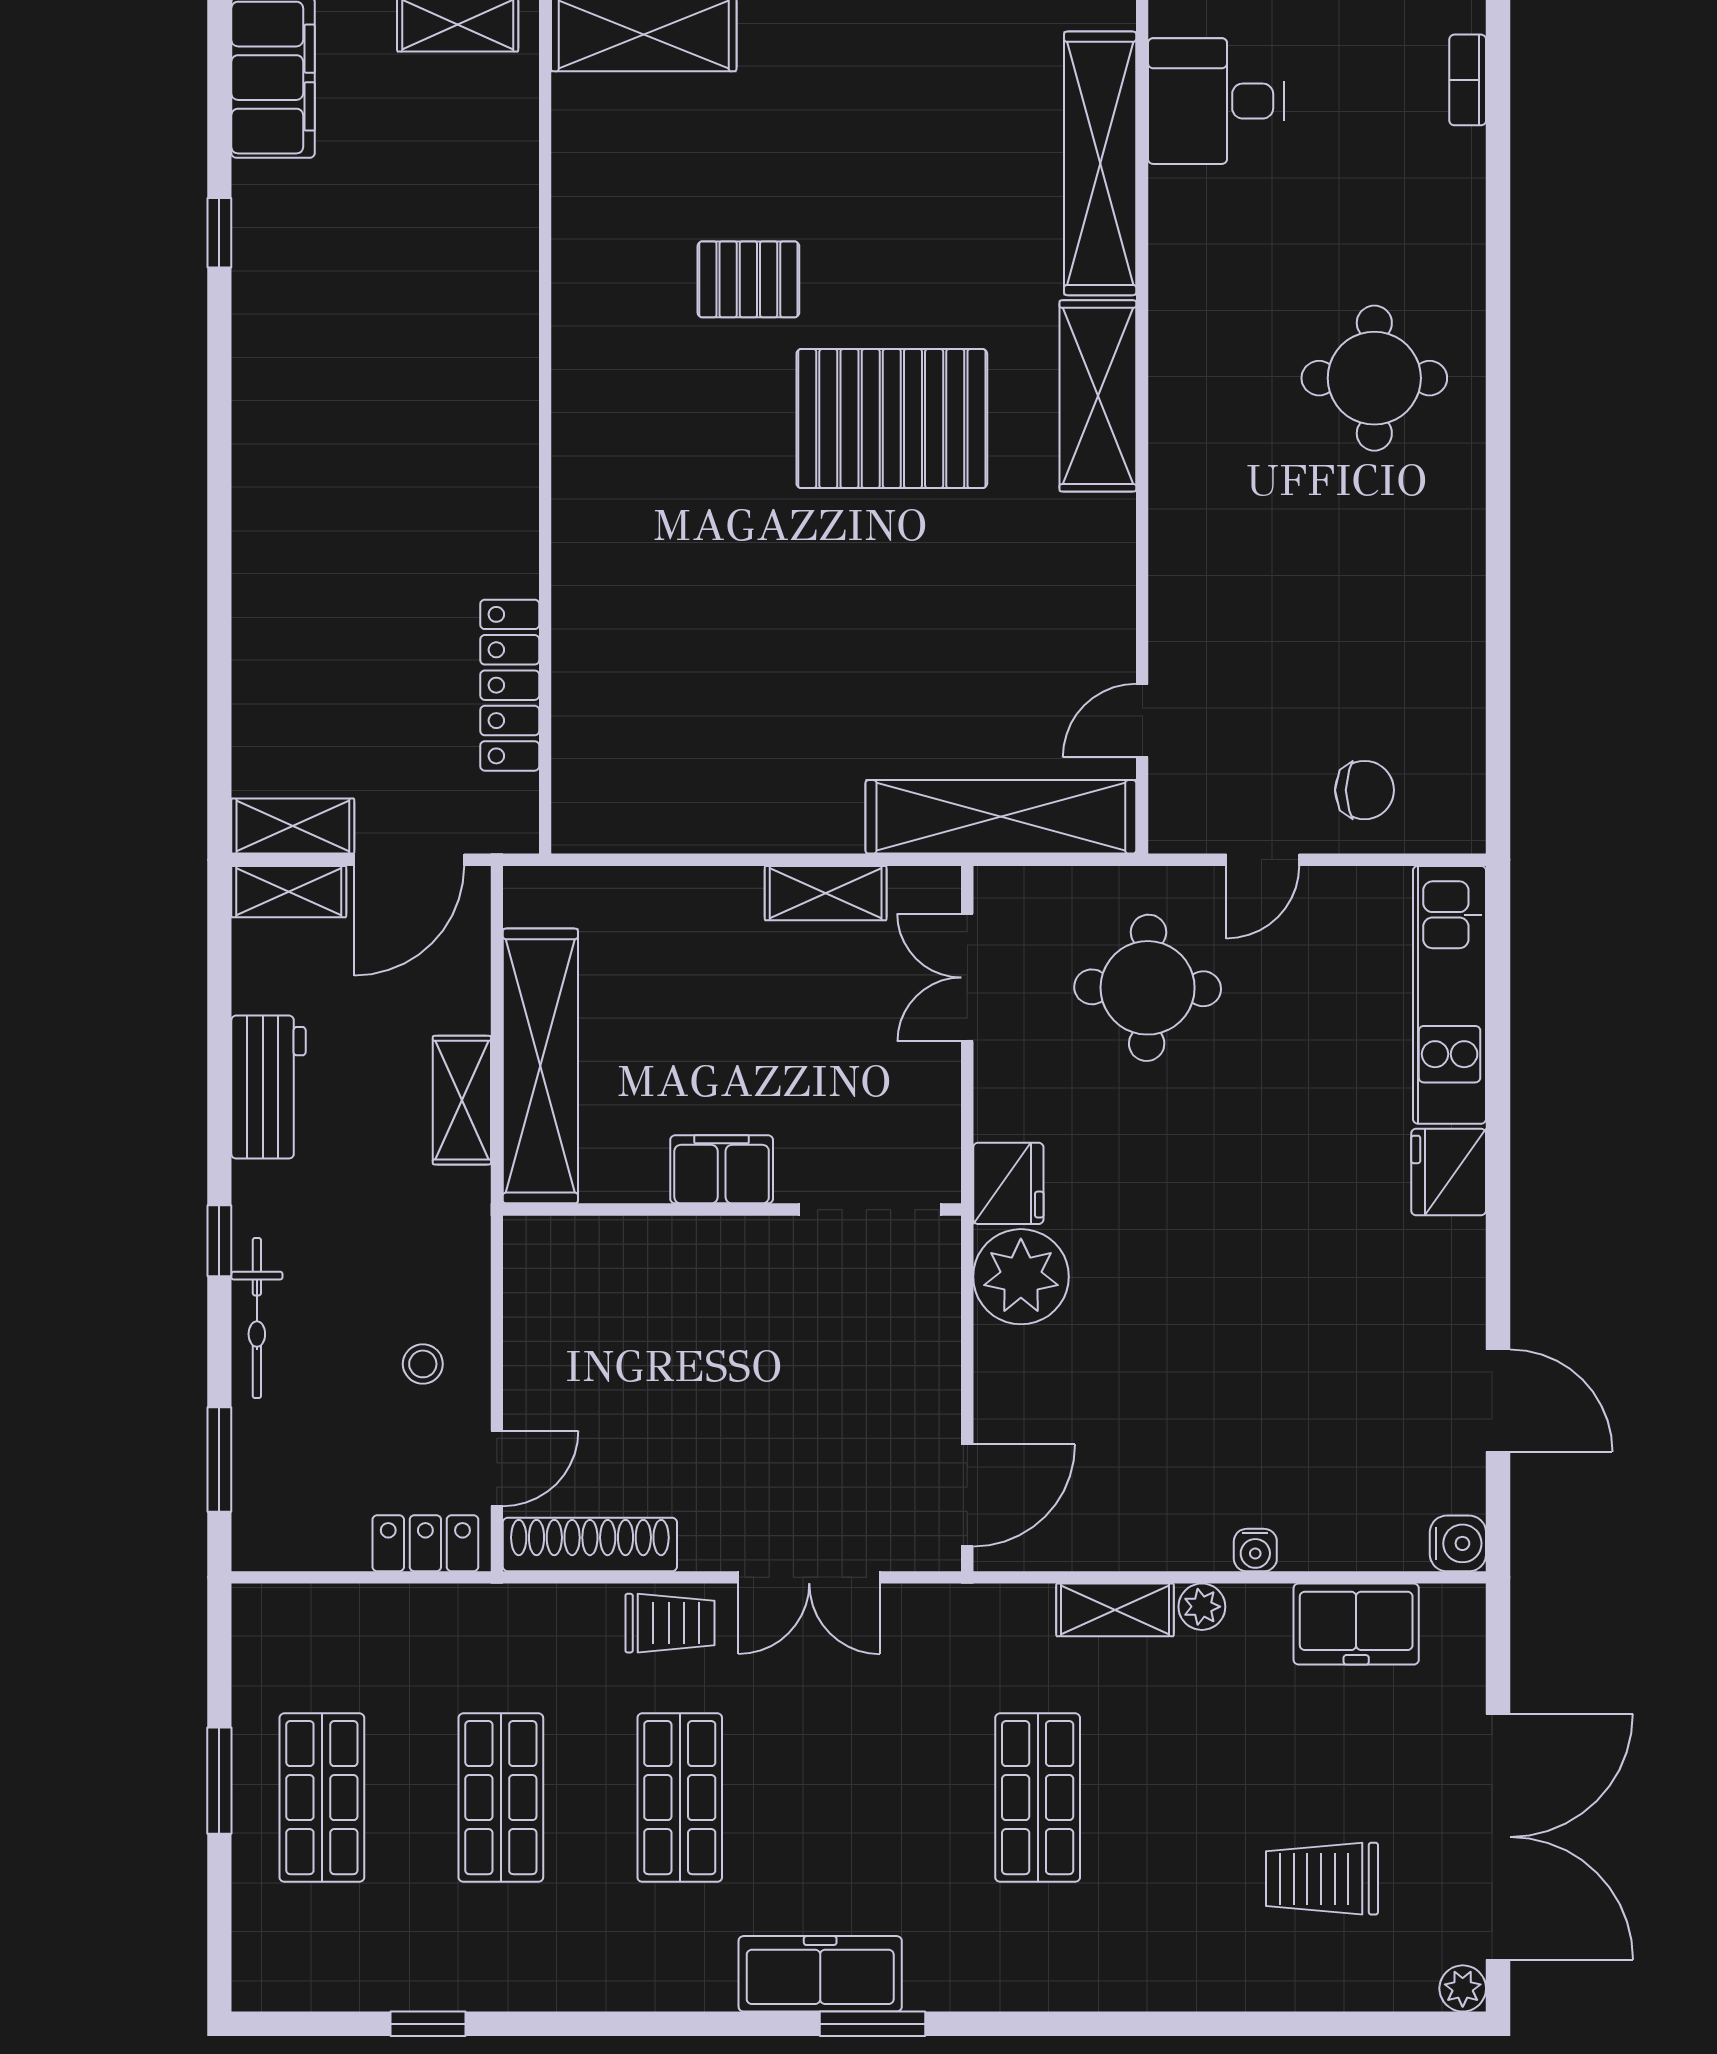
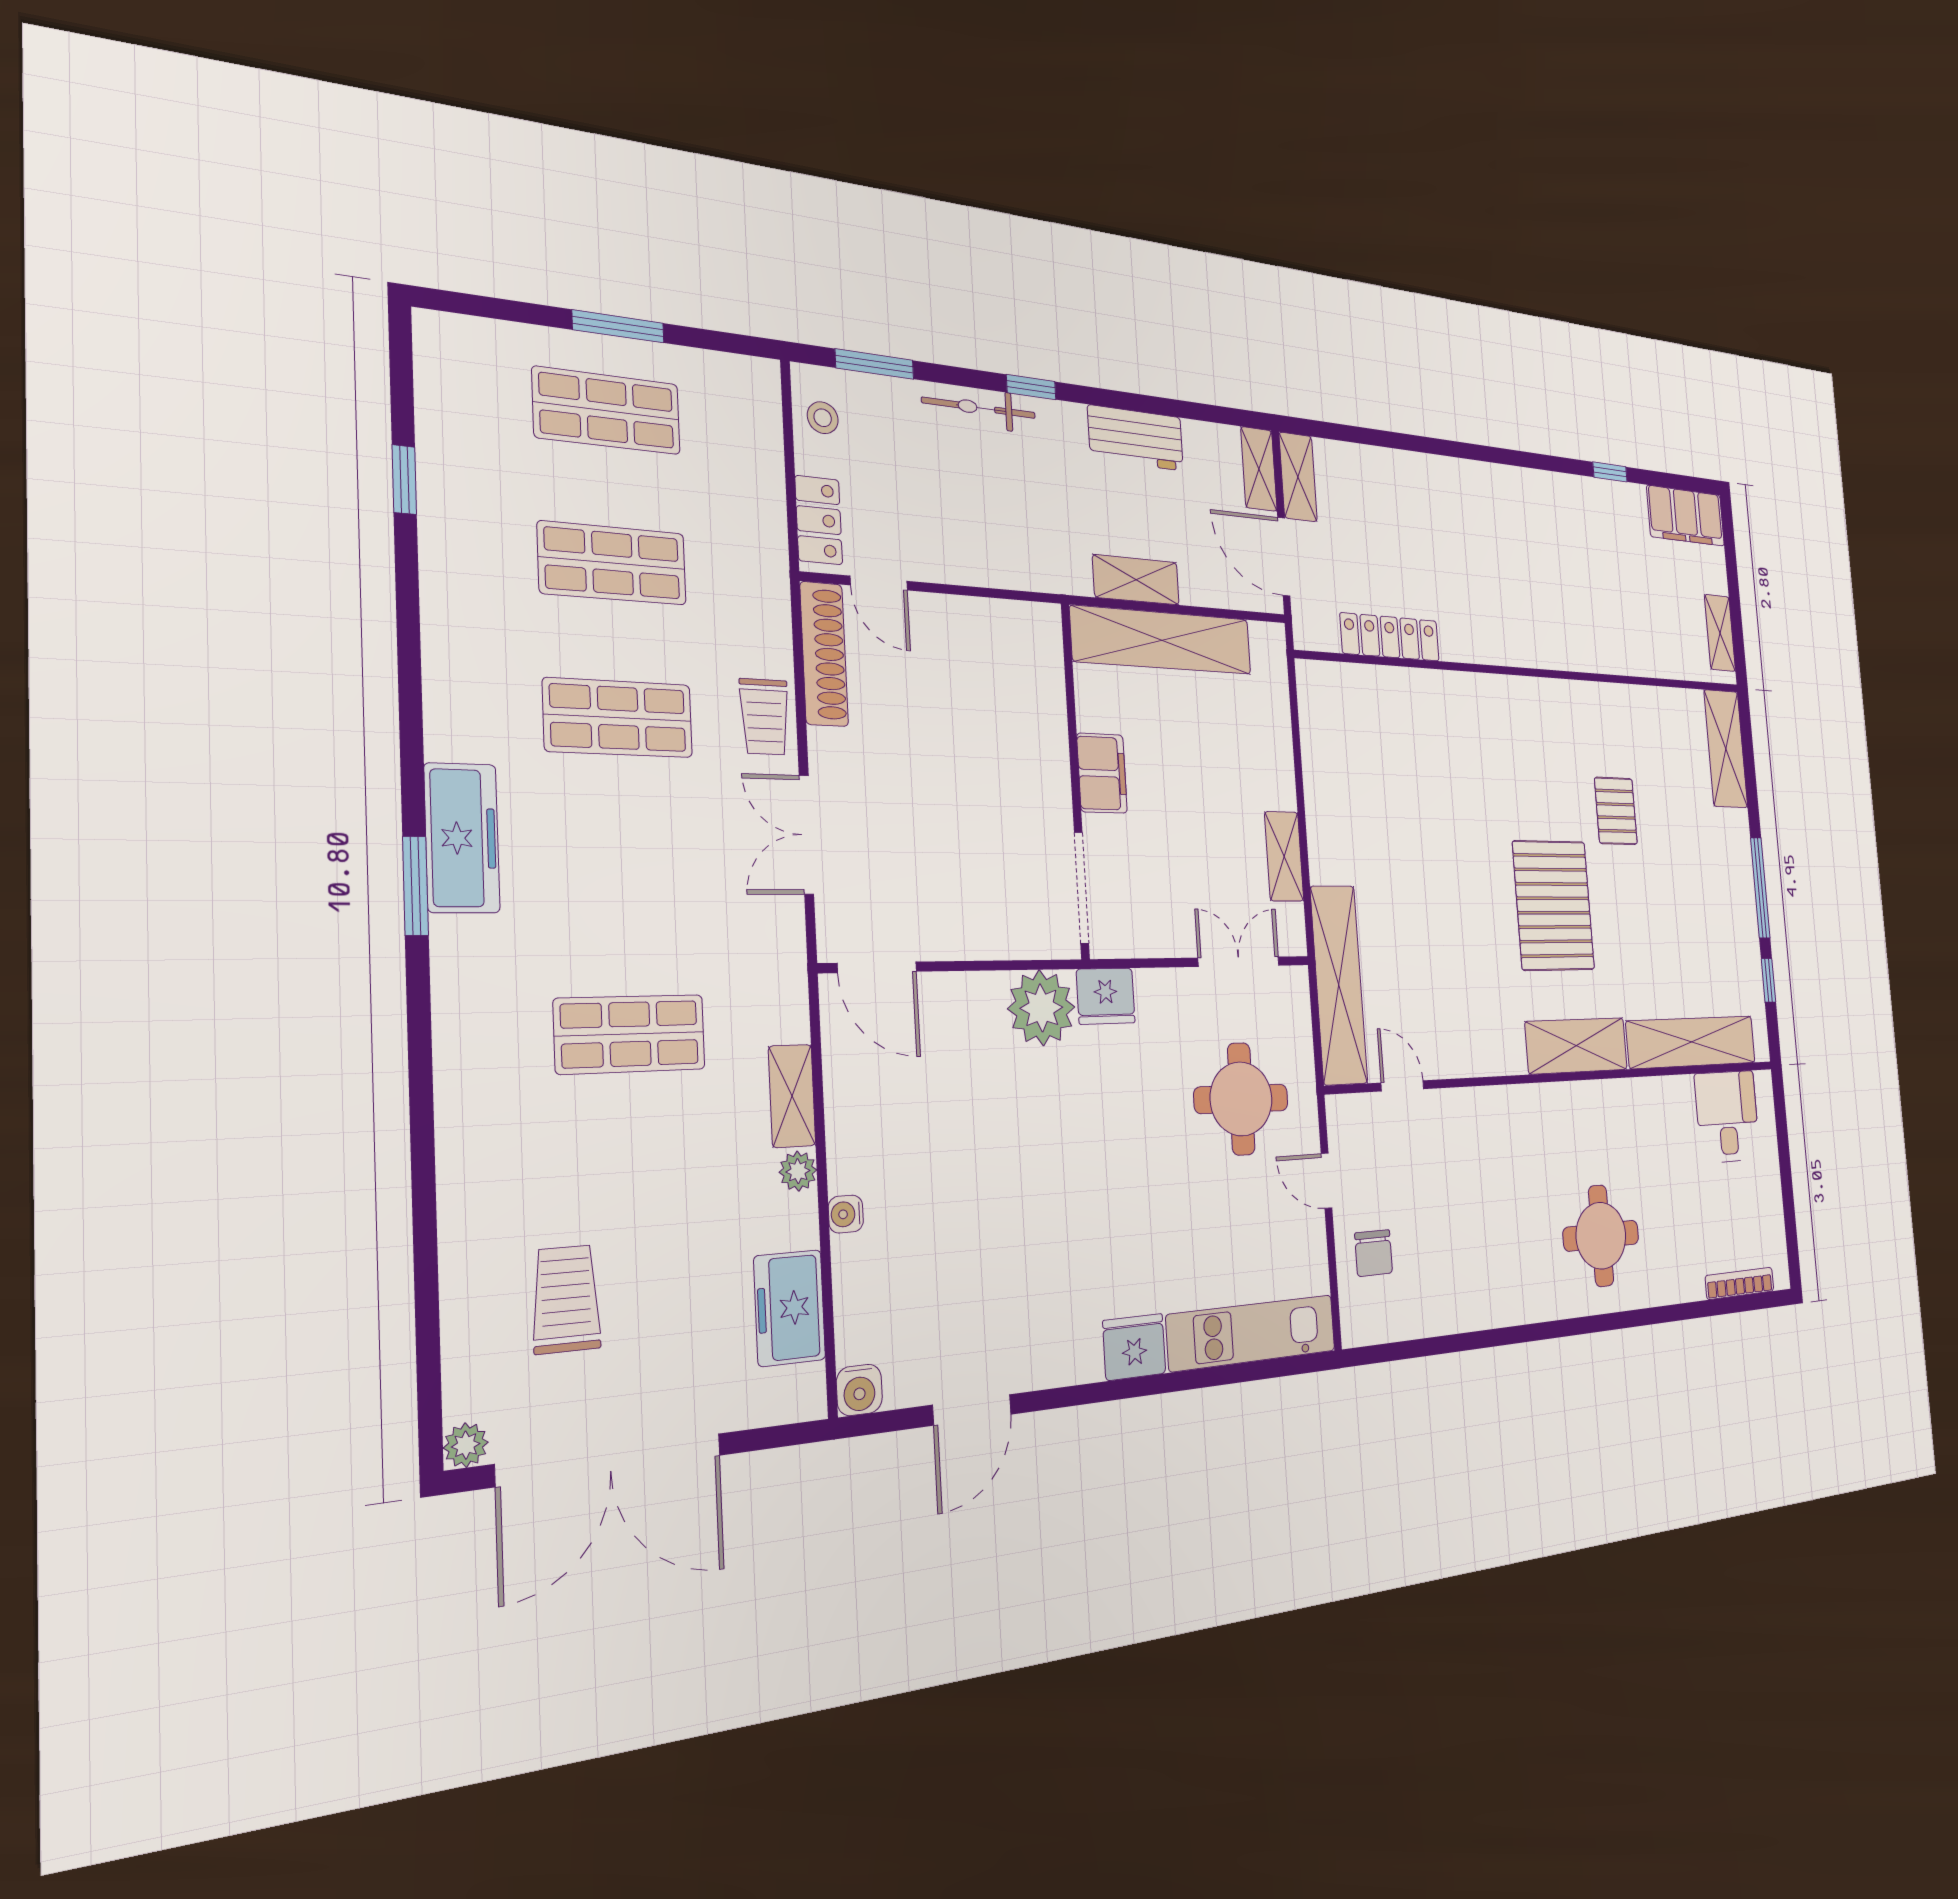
bookcase: (1468, 80) -> (1740, 1283), width x1.56
stool: (423, 1364) -> (823, 418), moved

